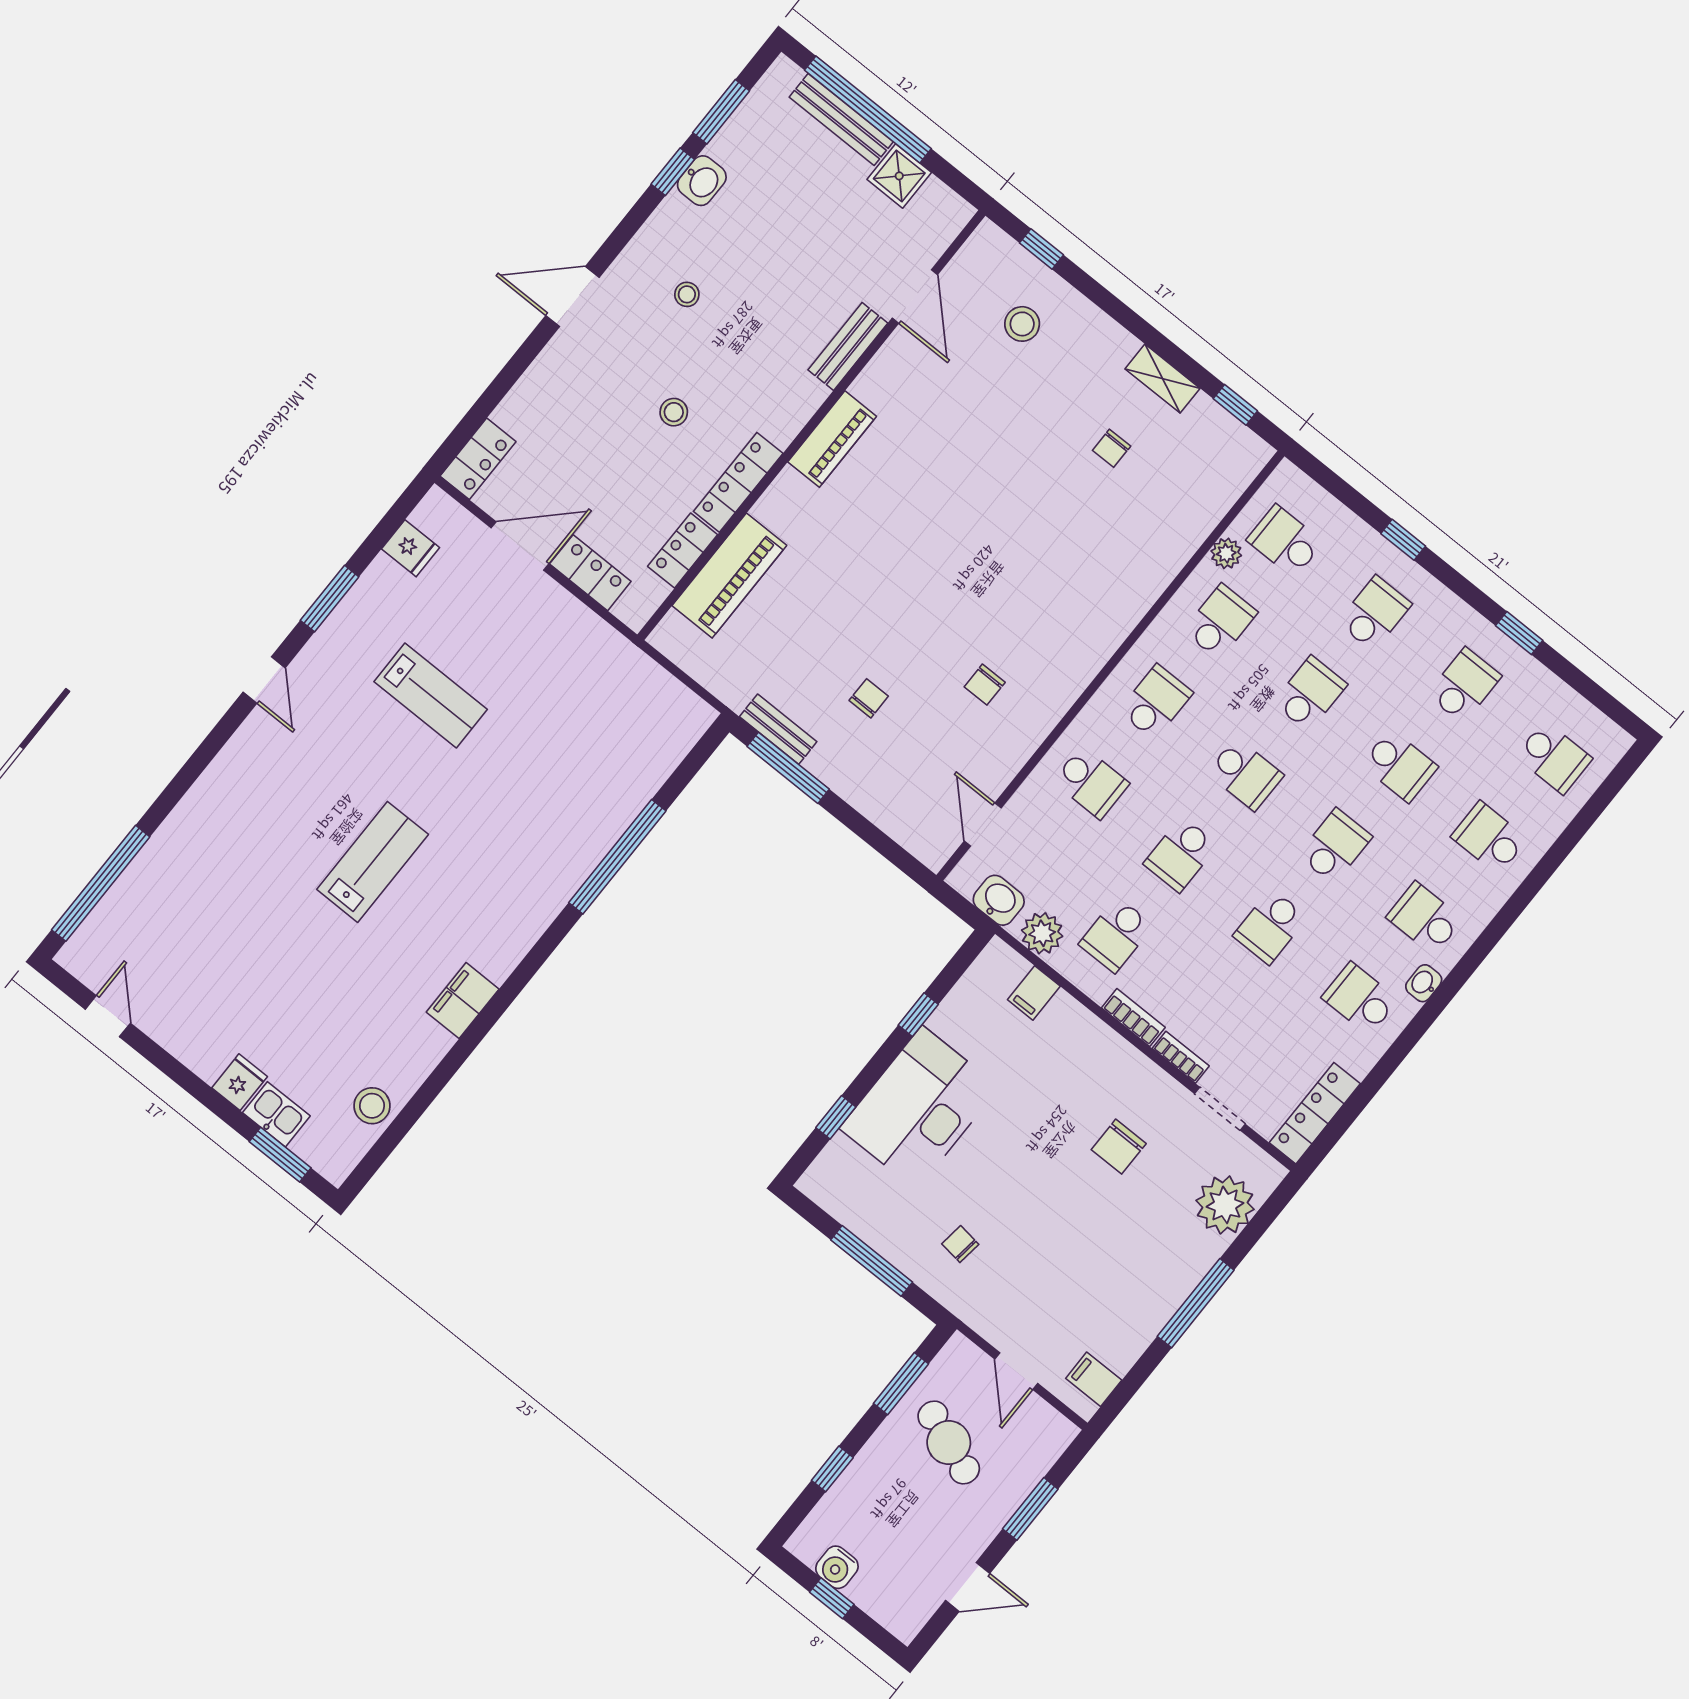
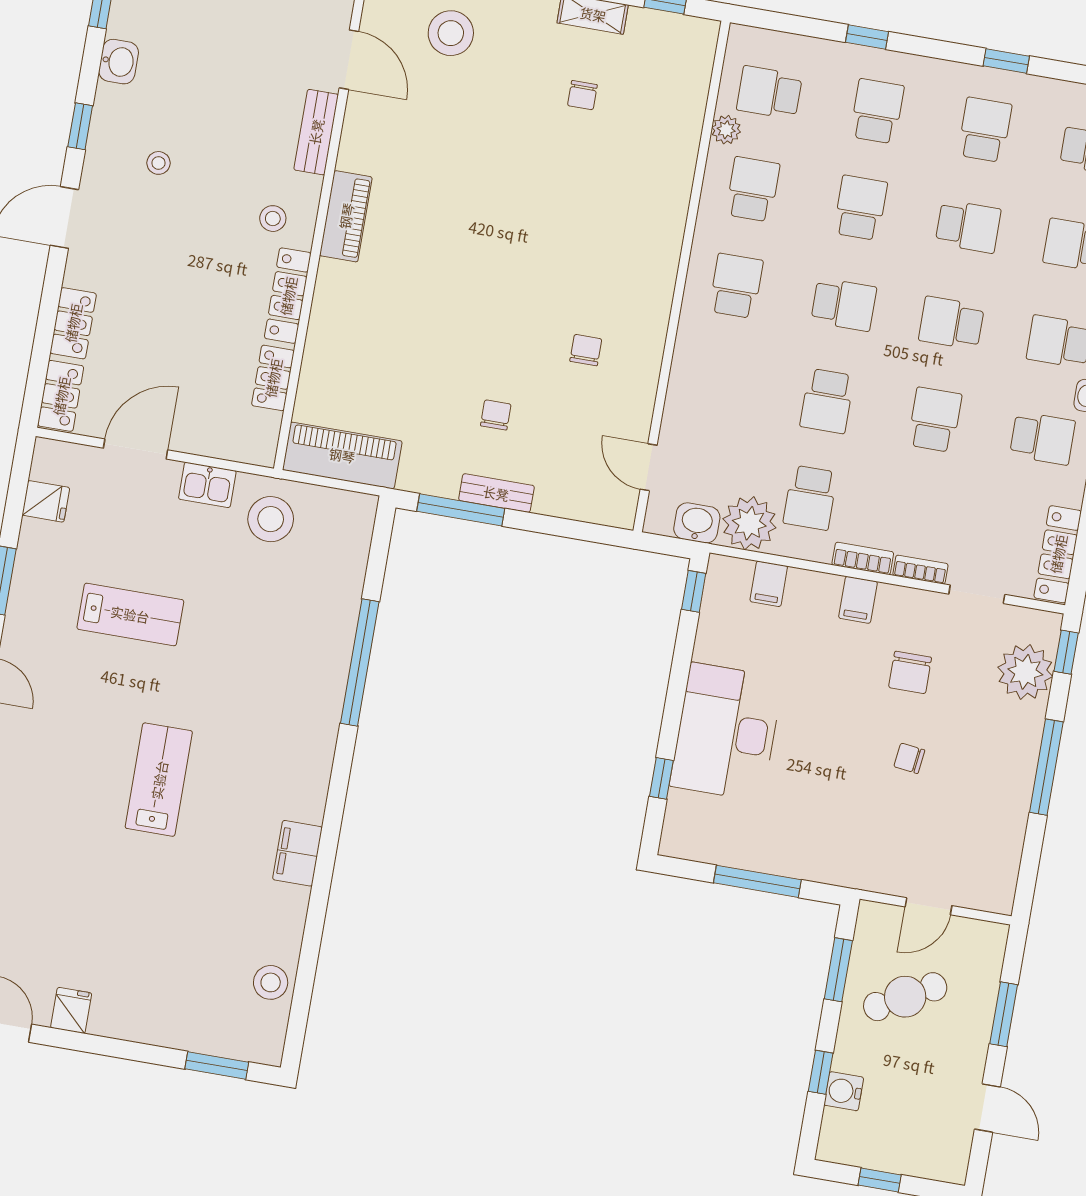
window: (673, 172) -> (80, 126), moved
stool: (1022, 324) -> (451, 33), width x1.38, depth x1.38
stool: (674, 412) -> (273, 219), moved
locker: (590, 573) -> (73, 323), moved, turned 90
piano: (729, 576) -> (342, 455), moved, turned -90
stool: (608, 679) -> (271, 519), added
chair: (985, 685) -> (586, 350), turned 180
bench: (778, 729) -> (496, 493), moved
school desk: (1091, 782) -> (719, 382), removed
school desk: (1335, 846) -> (951, 323), turned -90
school desk: (1270, 927) -> (935, 420), turned 180
plant: (1042, 933) -> (749, 523), width x1.36, depth x1.36
school desk: (1360, 999) -> (1042, 438), turned 180
window: (918, 1015) -> (694, 591), moved
fridge: (240, 1082) -> (71, 1010), moved
kitchen sink: (276, 1114) -> (207, 485), moved, turned 180
window: (1273, 1208) -> (1066, 652), added
chair: (960, 1244) -> (909, 758), moved
door: (1016, 1371) -> (928, 906), hinge flipped
filing cabinet: (1094, 1379) -> (858, 600), moved, turned -90
cafe table: (949, 1442) -> (905, 997), turned -50
water cooler: (837, 1567) -> (844, 1091), moved, turned 90
door: (968, 1587) -> (987, 1108), hinge flipped

